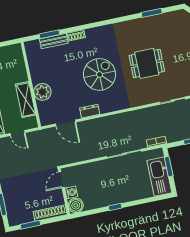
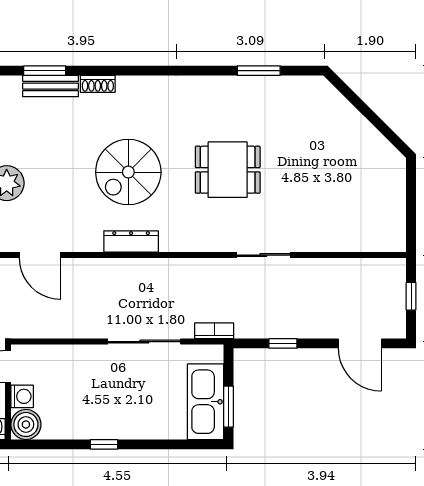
spiral stairs: (100, 74) -> (128, 172), turned 180
dresser: (90, 111) -> (131, 241), moved, width x1.44
window: (169, 167) -> (228, 407), moved

